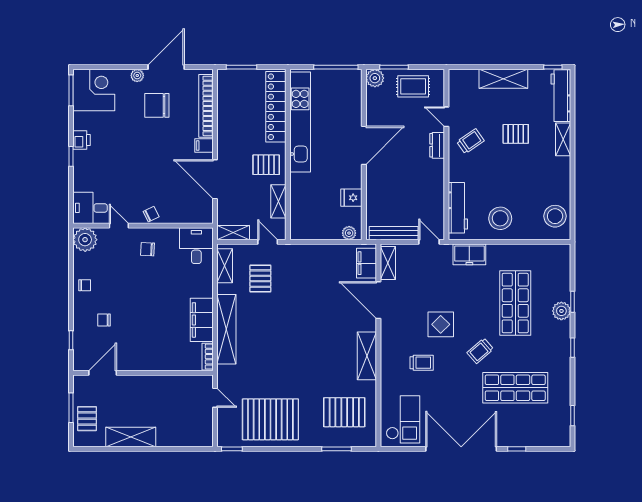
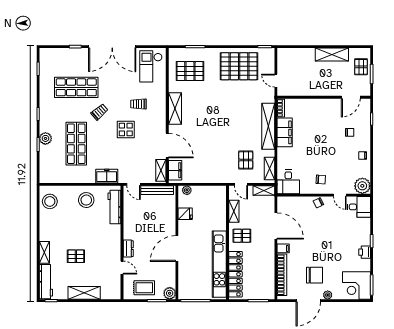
trolley: (470, 141) -> (106, 251), removed

